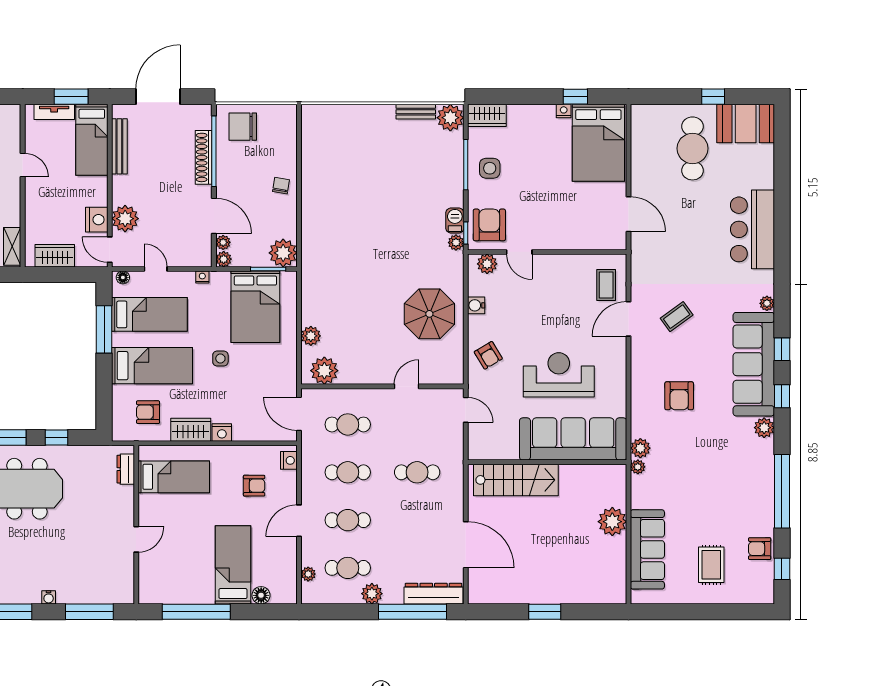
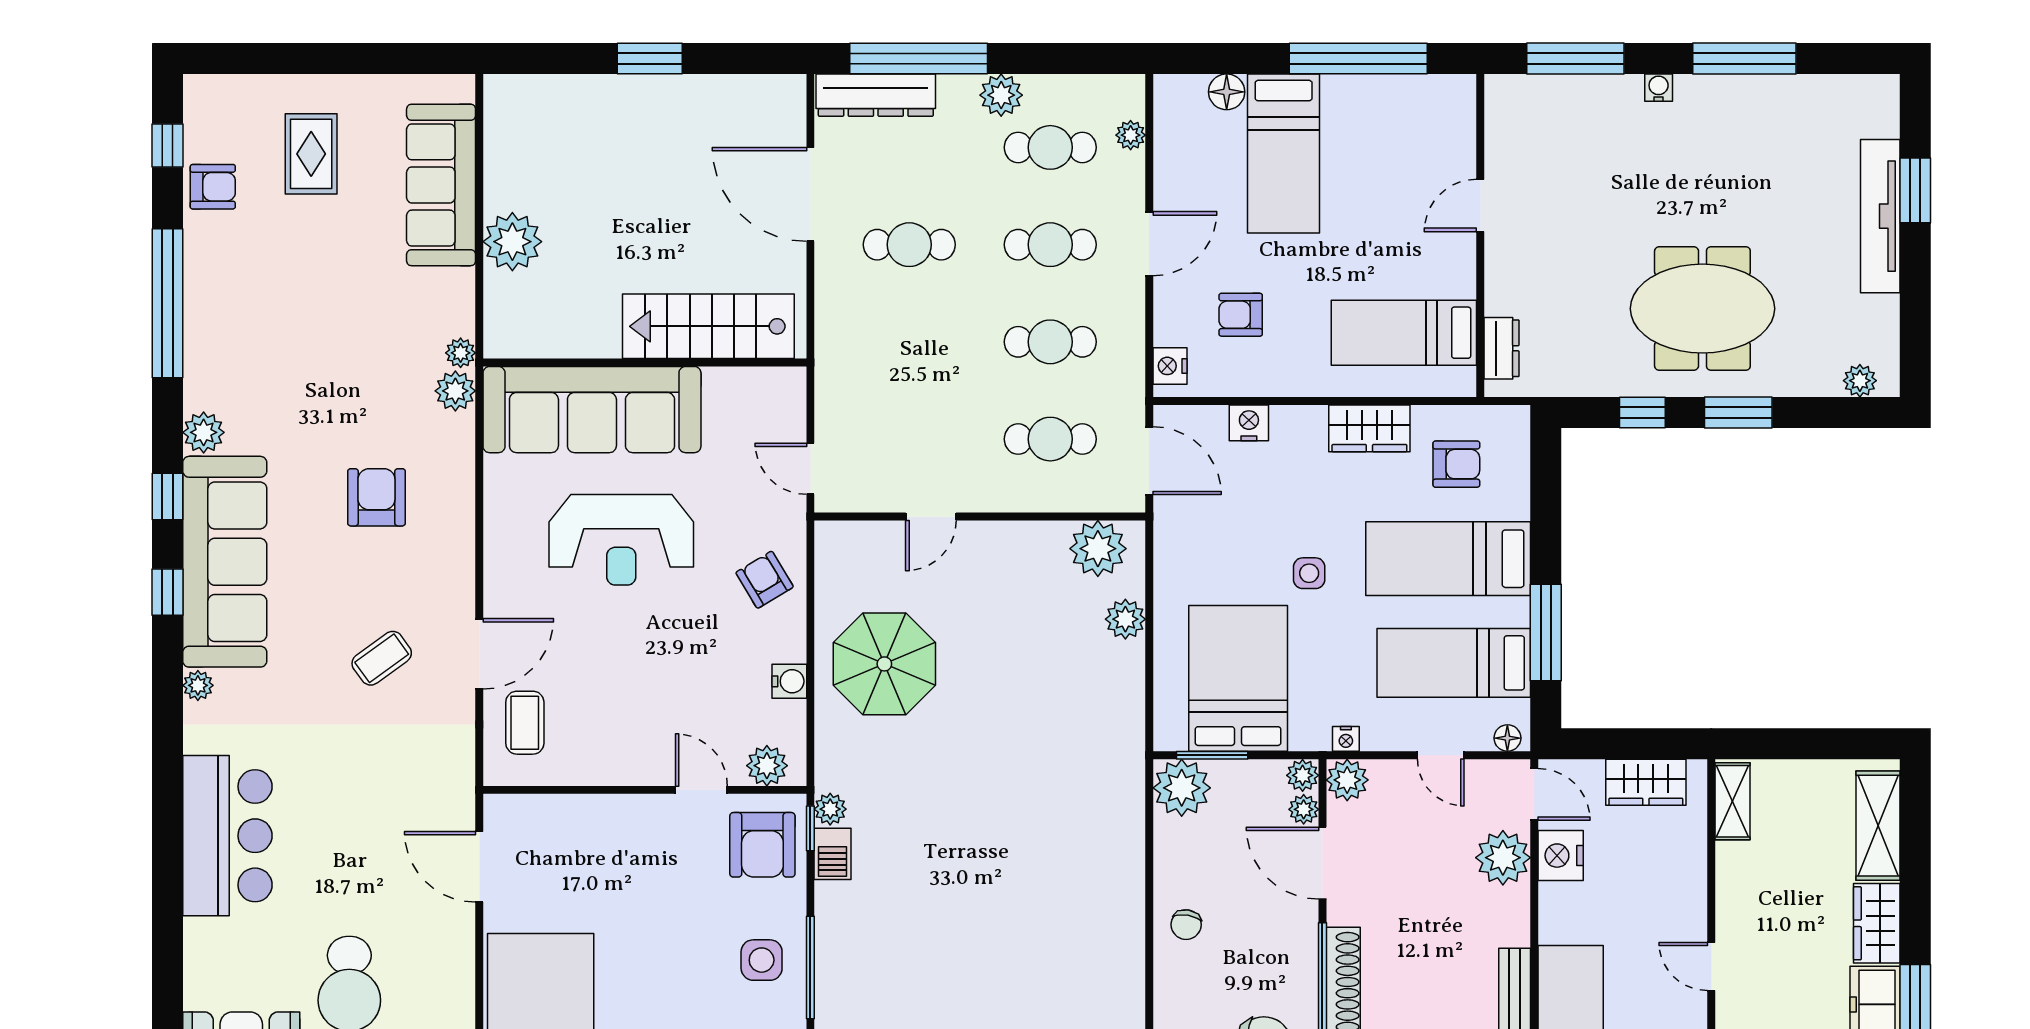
plant: (202, 257) -> (1347, 780), added
nightstand: (222, 432) -> (1249, 423), moved
cafe table: (417, 472) -> (909, 245), moved

